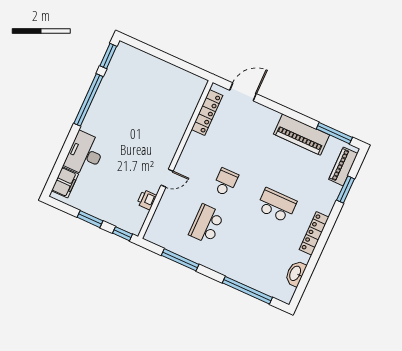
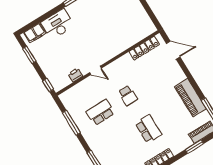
school desk: (225, 182) -> (128, 95), turned 90
window: (90, 219) -> (29, 55), moved

